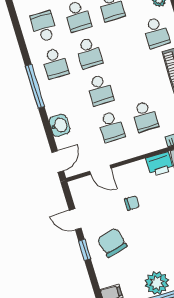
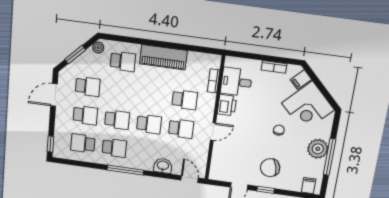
door: (100, 170) -> (213, 132), moved
chair: (132, 203) -> (279, 130), moved

